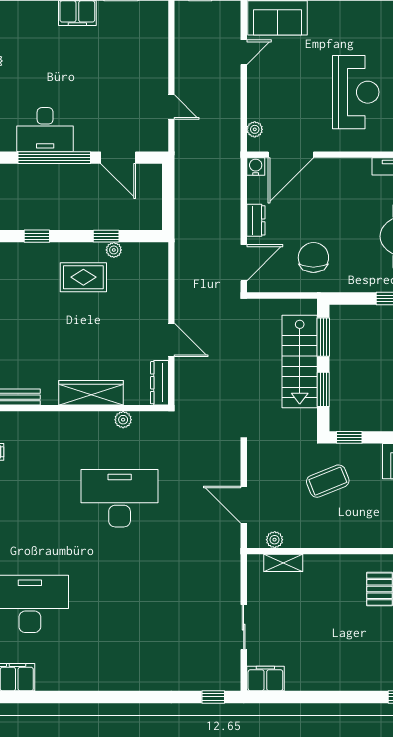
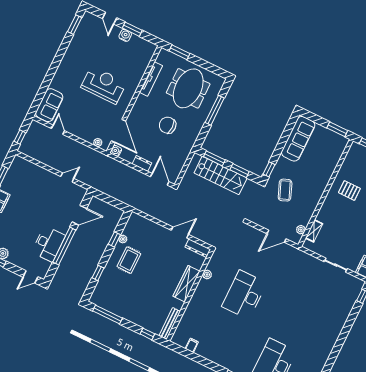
chair: (313, 258) -> (168, 125), moved

